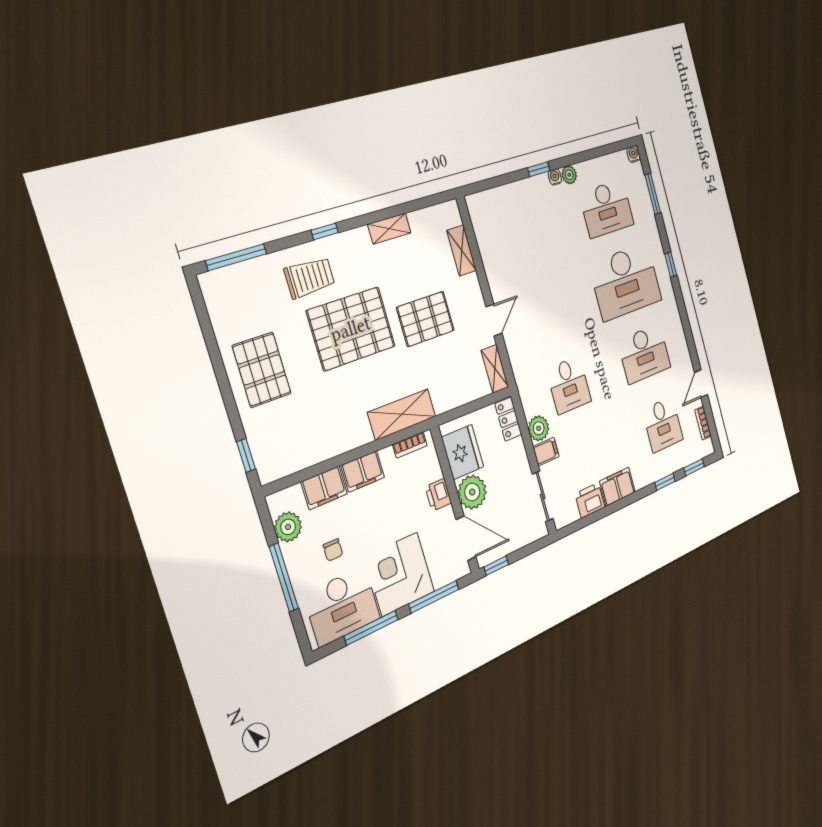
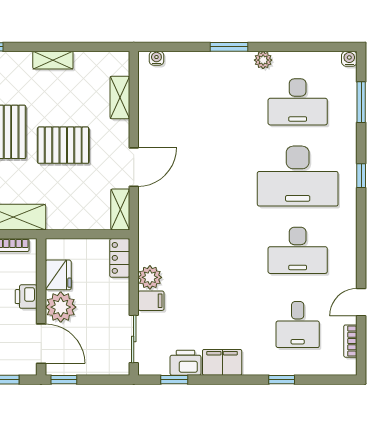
window: (539, 169) -> (229, 47), width x1.50
water cooler: (555, 177) -> (156, 58), moved
door: (494, 320) -> (134, 167), width x1.38
desk: (569, 385) -> (197, 250), removed
fridge: (463, 452) -> (58, 275), width x0.73, depth x0.75
window: (694, 467) -> (174, 380), moved

